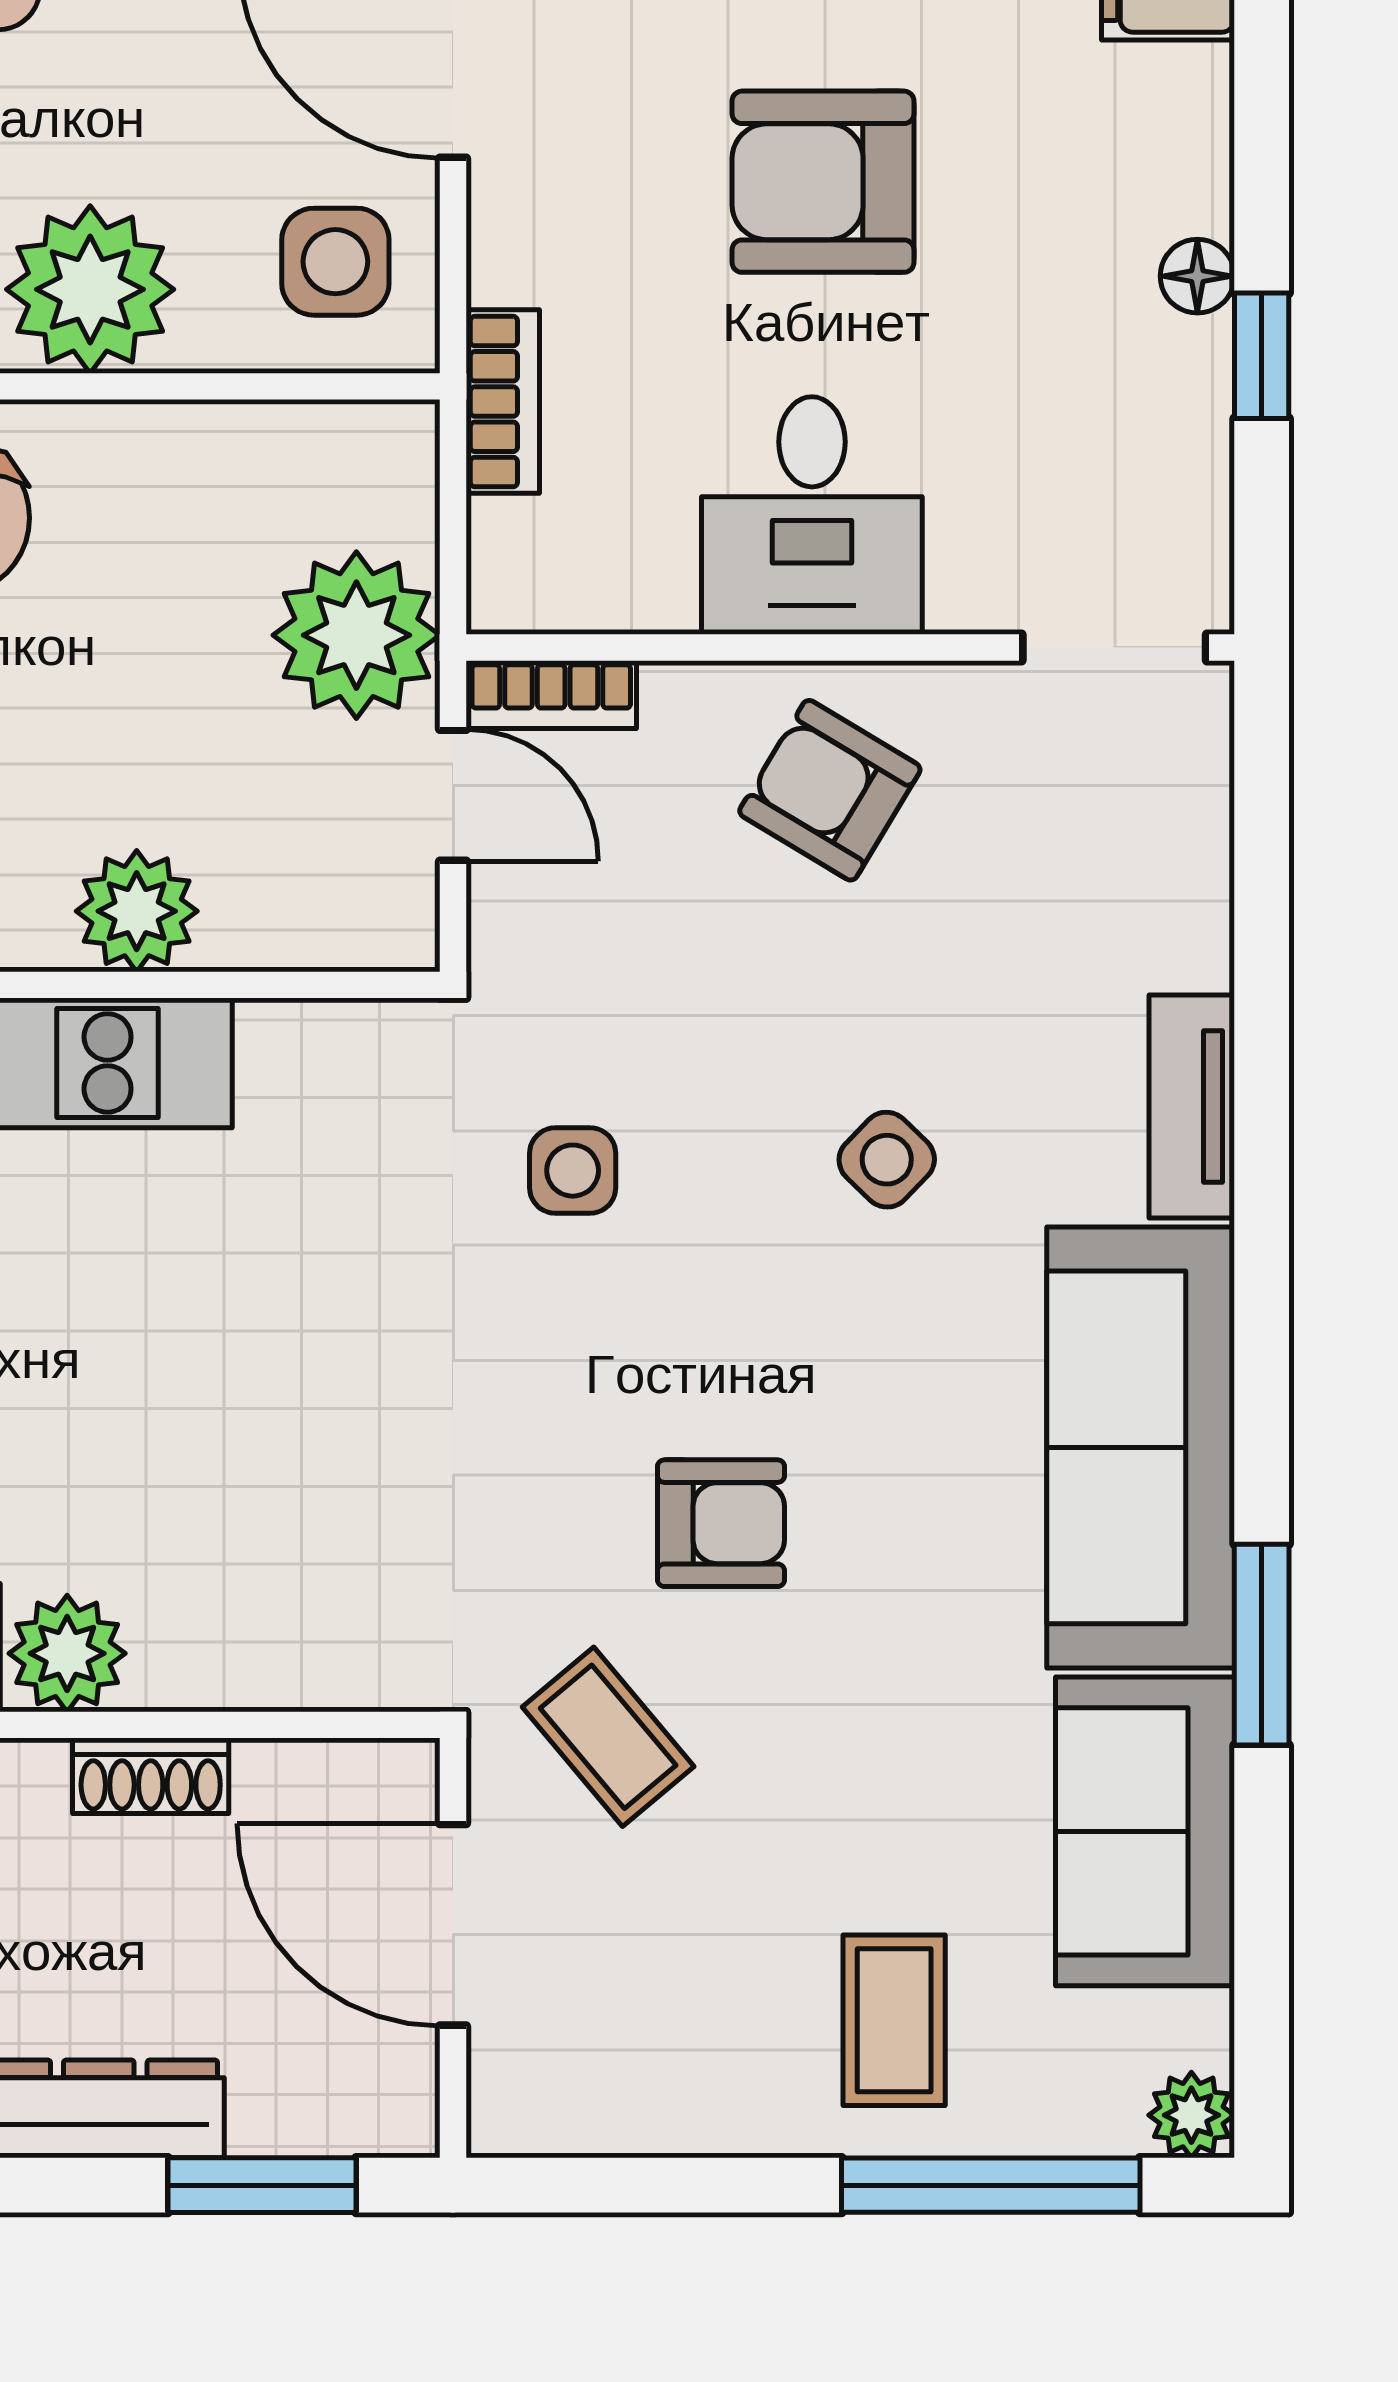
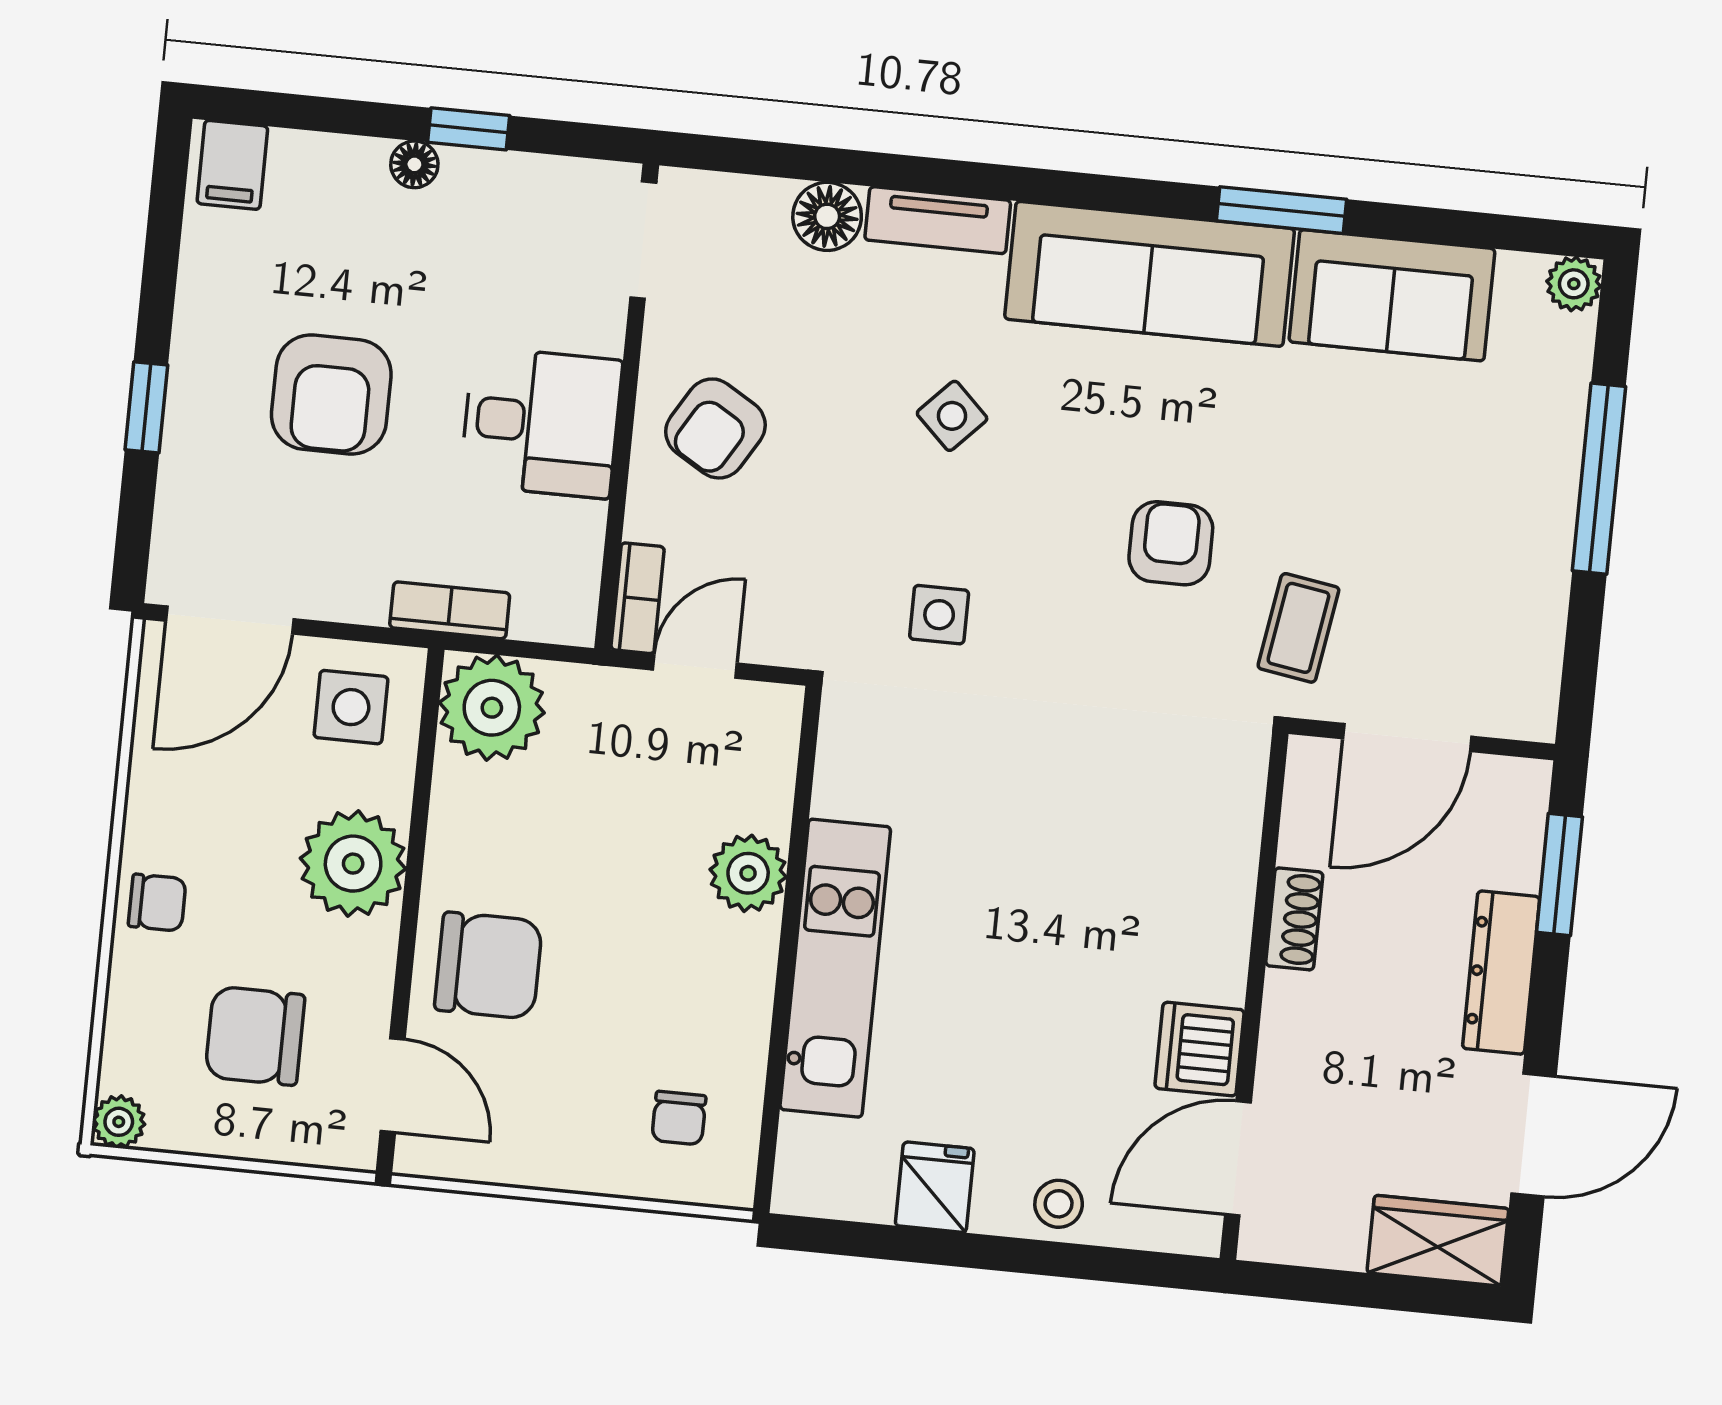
plant: (356, 635) -> (492, 708), moved
floor lamp: (1180, 932) -> (827, 216), added
plant: (67, 1653) -> (1212, 964), removed
coffee table: (608, 1737) -> (1298, 628), turned -41
coffee table: (894, 2020) -> (1495, 465), removed
window: (991, 2185) -> (1599, 479), moved

